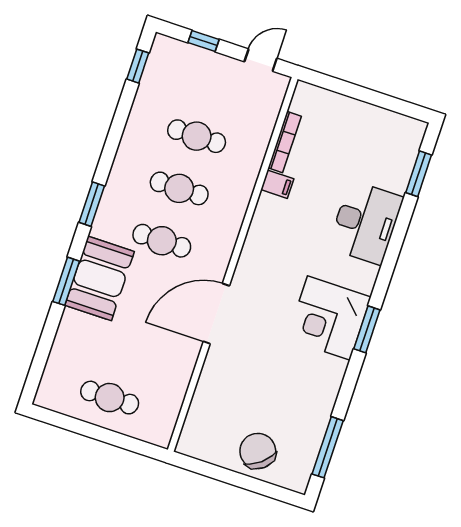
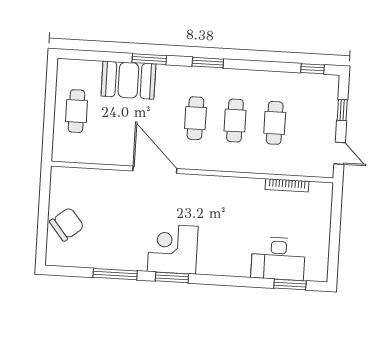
filing cabinet: (277, 184) -> (256, 188), removed
desk: (366, 223) -> (278, 259), moved
booth: (100, 278) -> (128, 80), moved
window: (328, 447) -> (115, 274), moved

